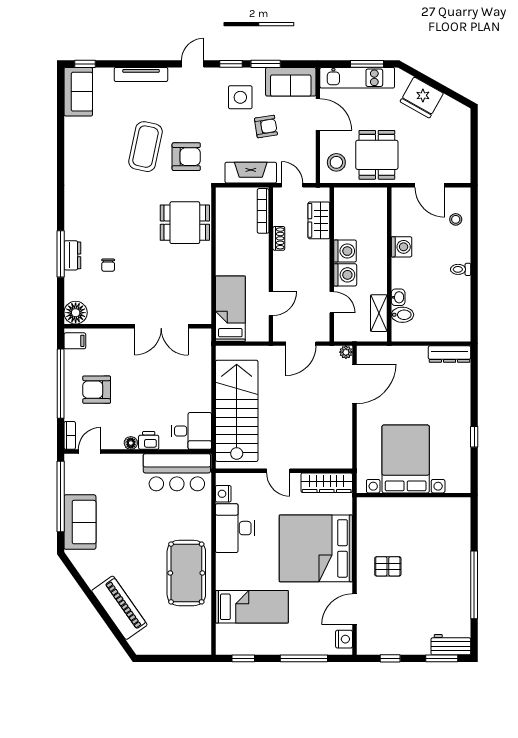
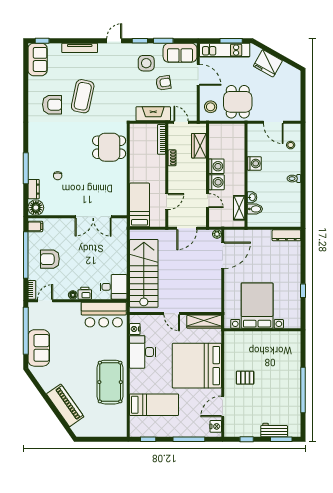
armchair: (186, 157) -> (52, 105), moved
dresser: (72, 255) -> (34, 189), moved
workbench: (451, 645) -> (274, 430), moved

